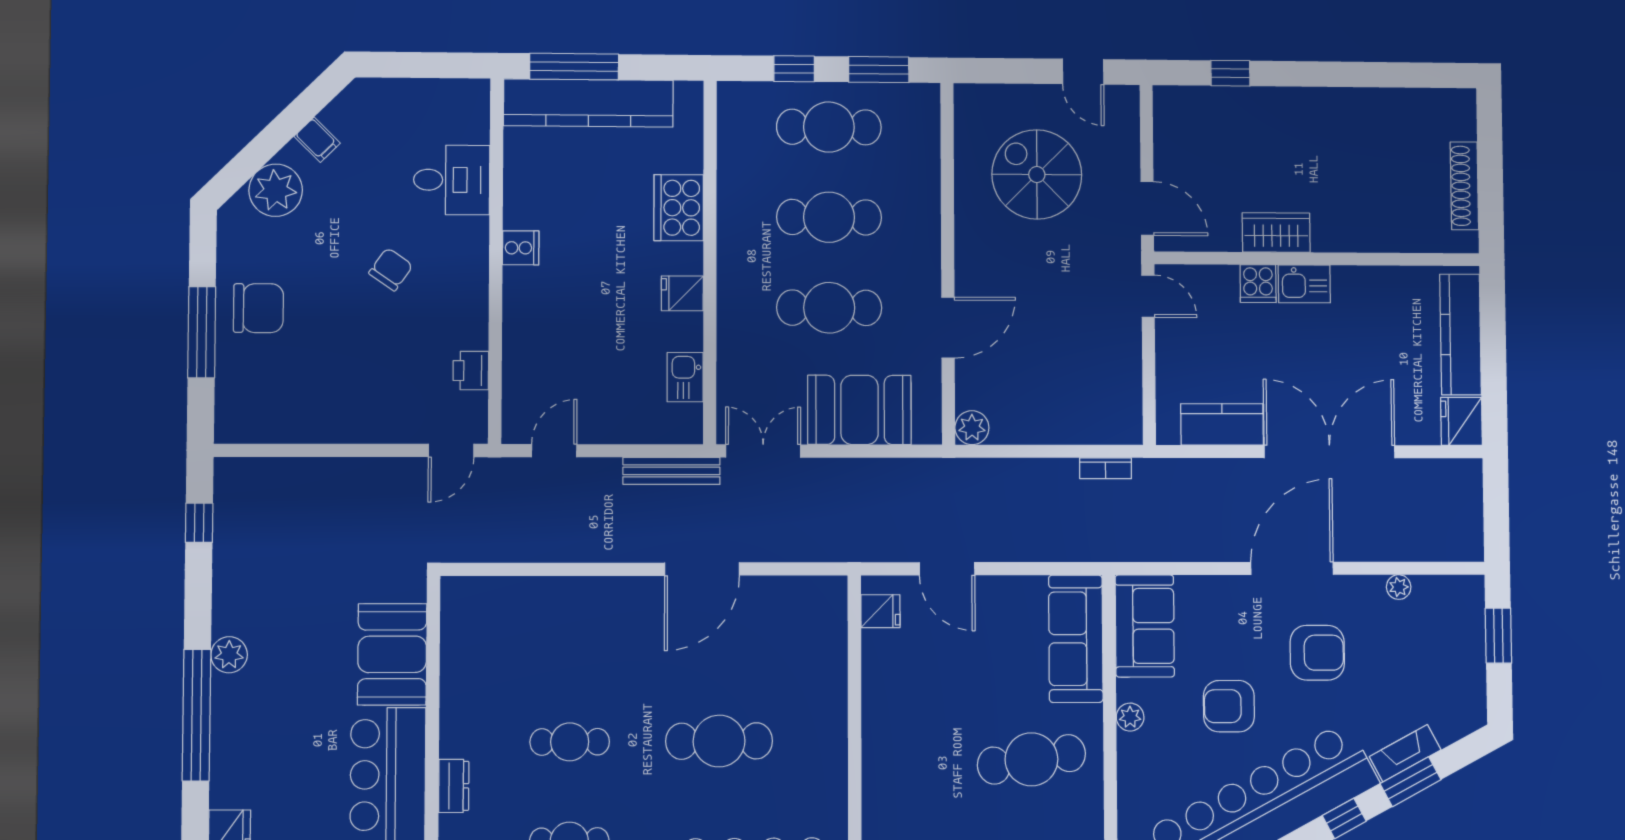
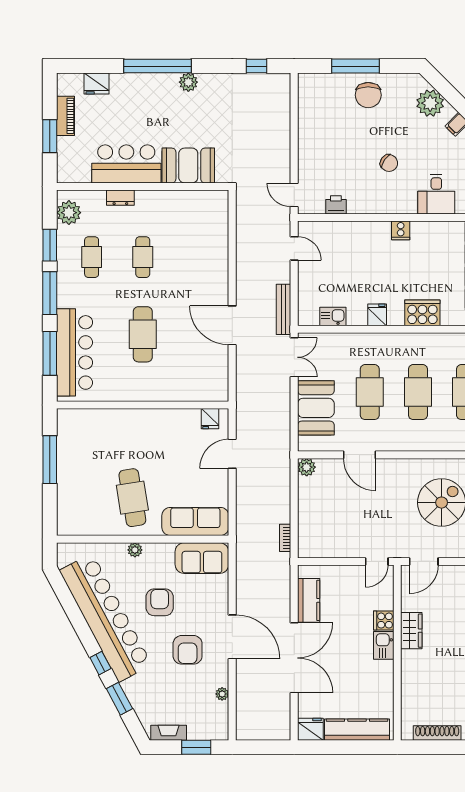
plant: (1130, 717) -> (135, 550), moved
fireplace: (1405, 753) -> (169, 733), moved, turned -62

